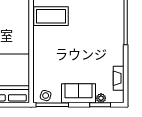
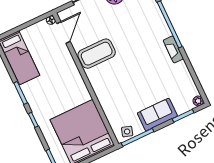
fireplace: (119, 78) -> (173, 49), moved
plant: (101, 98) -> (198, 101), moved

